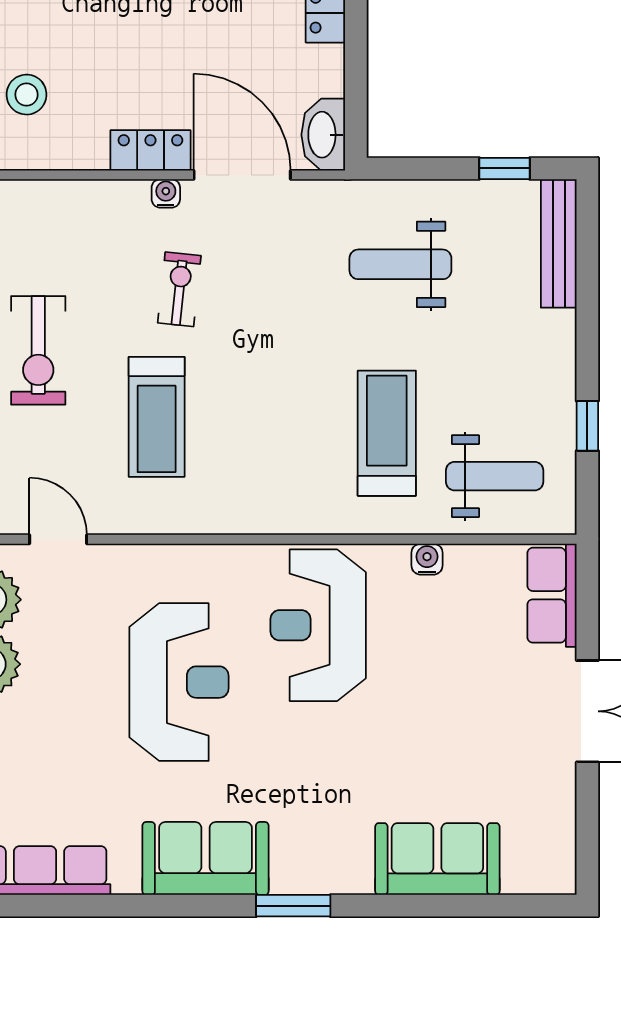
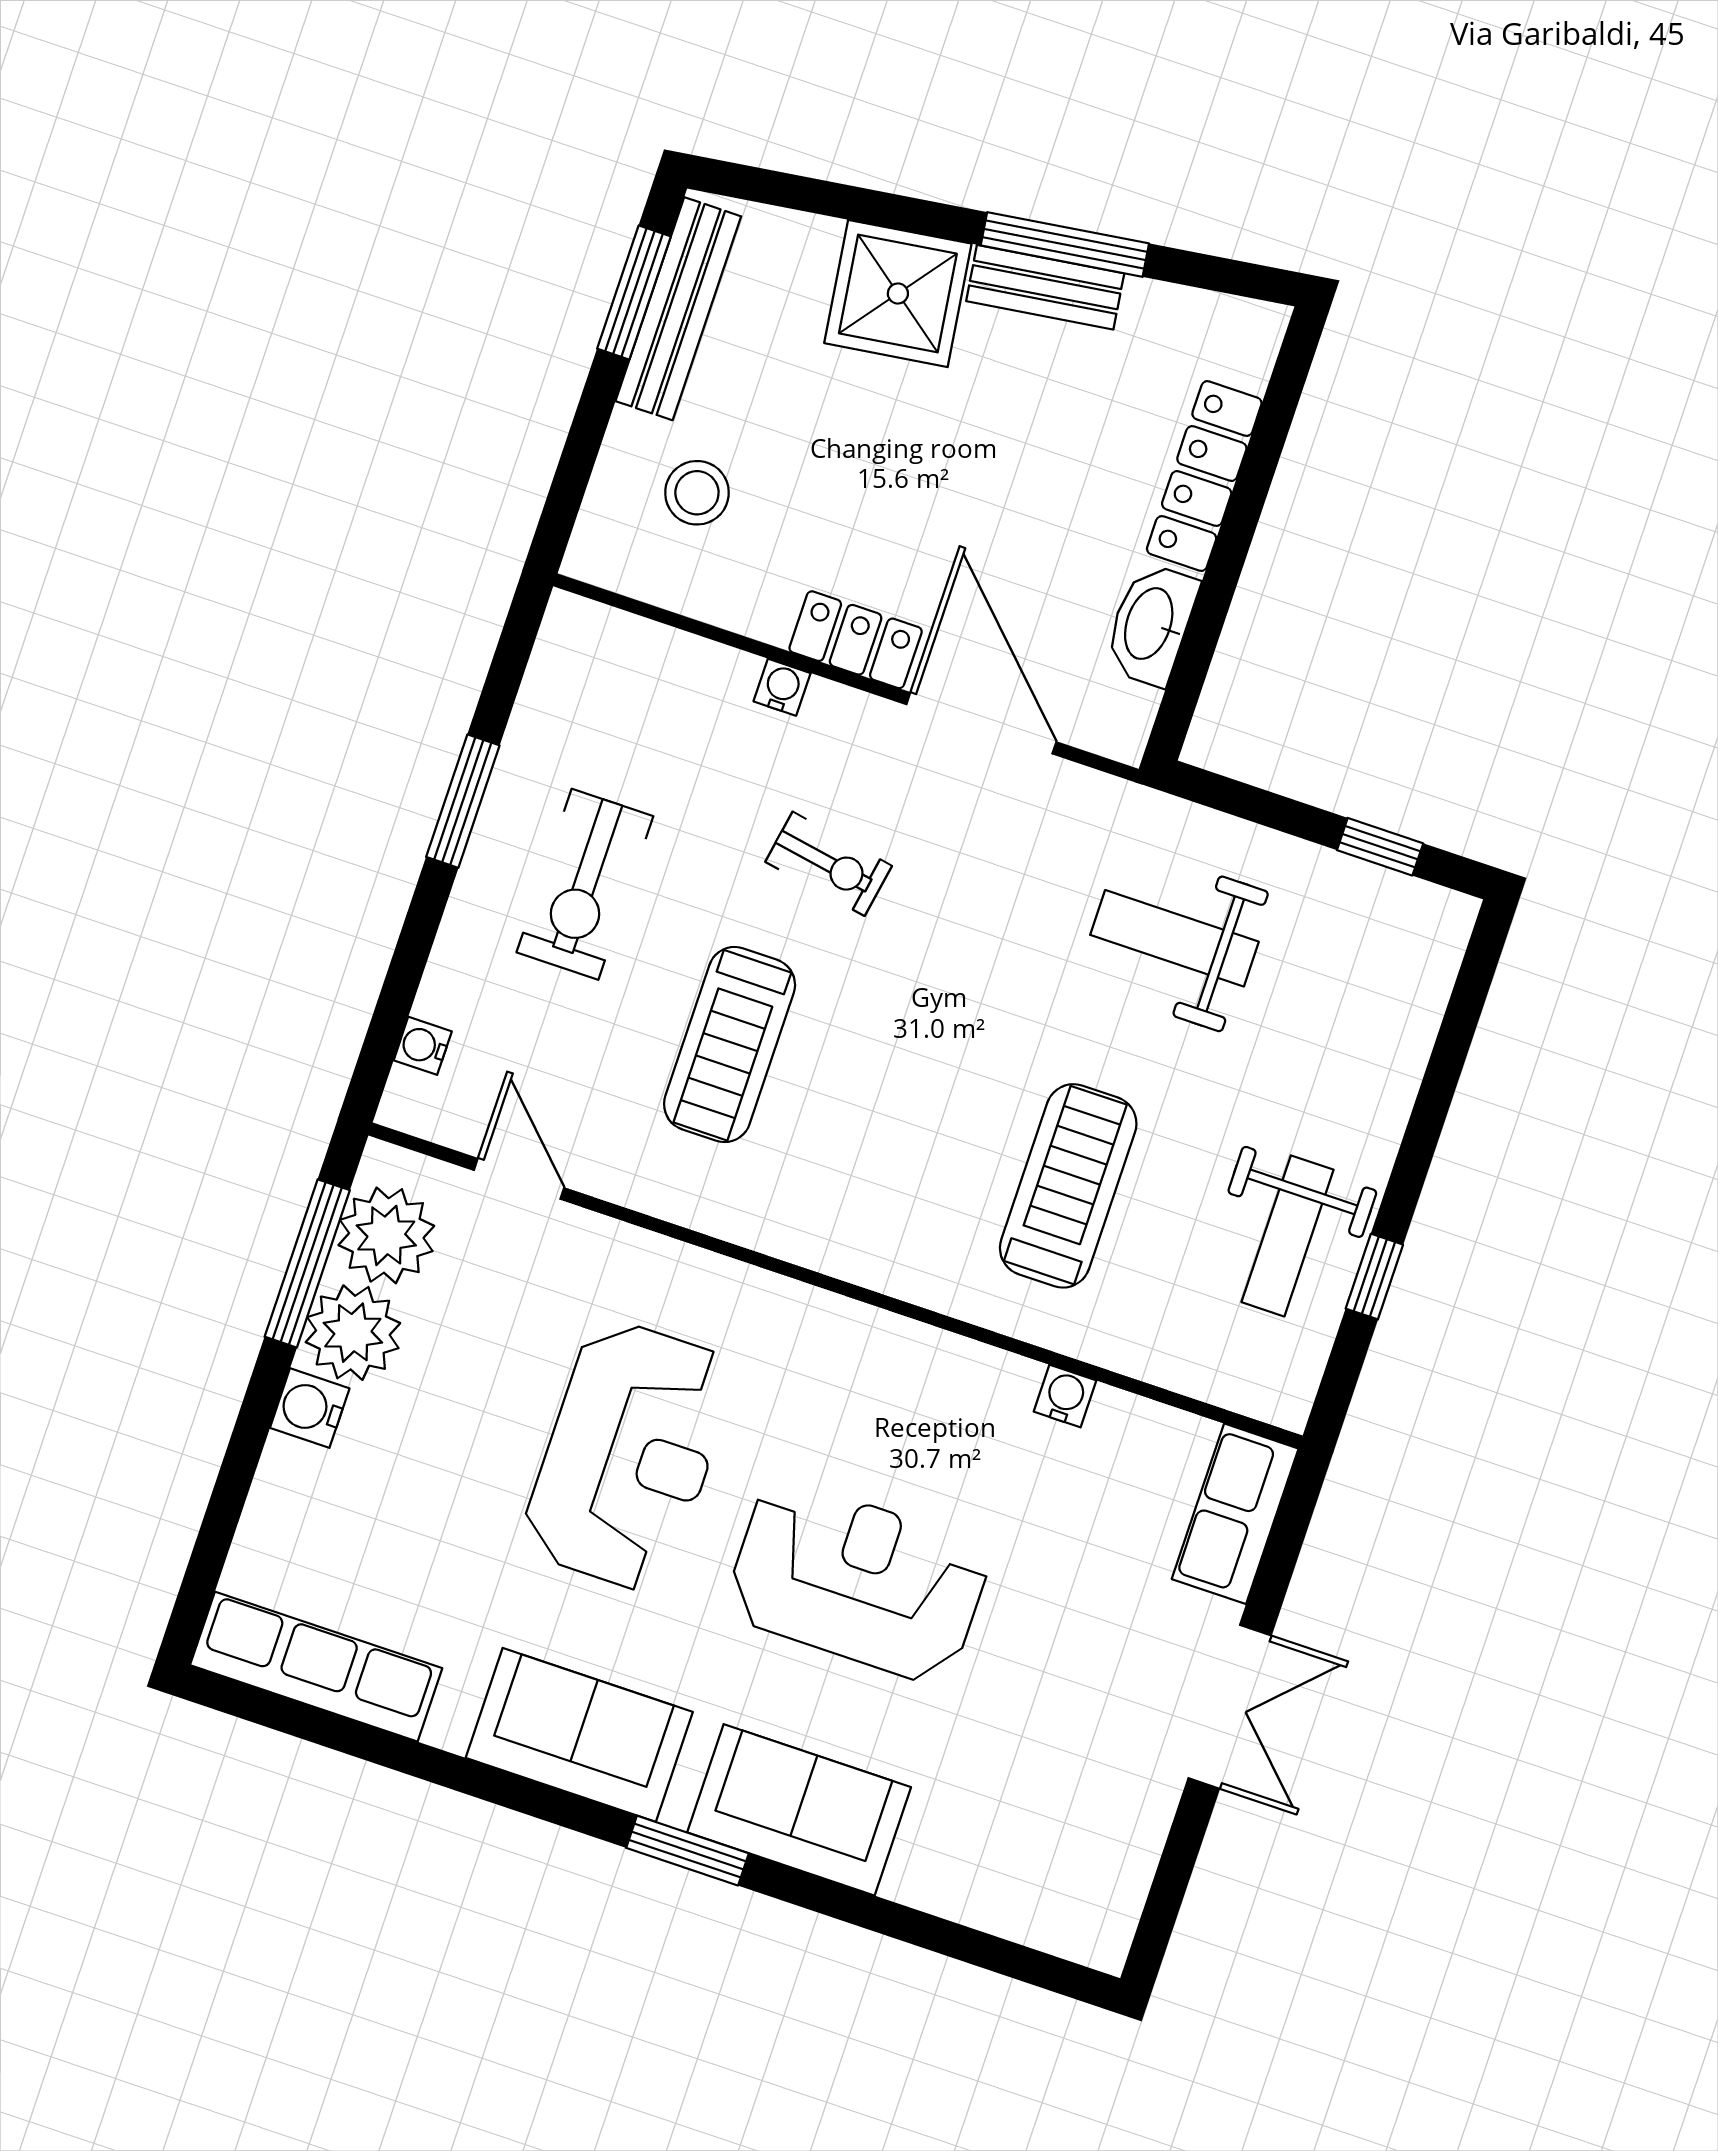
washbasin: (323, 135) -> (1151, 624), moved
water cooler: (166, 193) -> (782, 687), moved
bench: (559, 244) -> (1424, 987), removed
exercise bike: (179, 289) -> (829, 864), turned 94
weight bench: (495, 476) -> (1288, 1236), moved, turned 90
reception desk: (318, 625) -> (858, 1581), moved, turned 90
sofa: (437, 859) -> (799, 1810), moved

